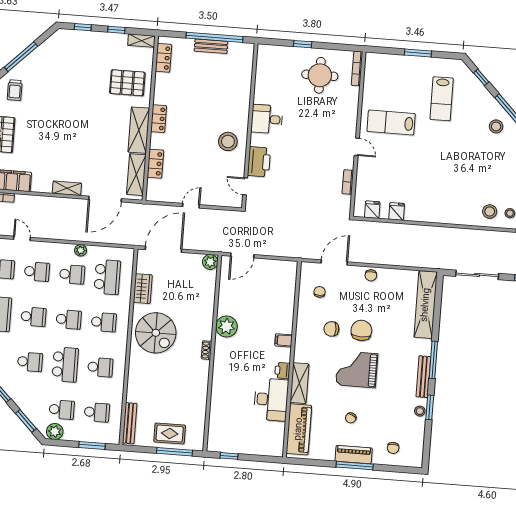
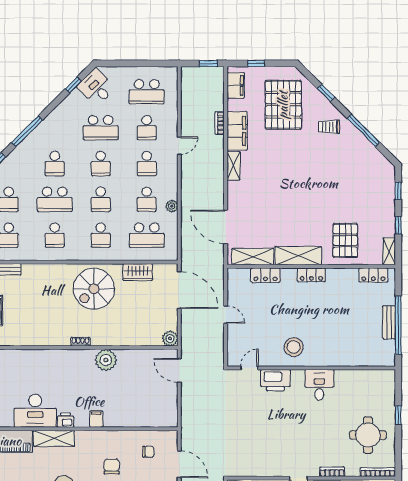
bookcase: (348, 182) -> (332, 472), moved
shelving: (67, 188) -> (234, 166), moved

